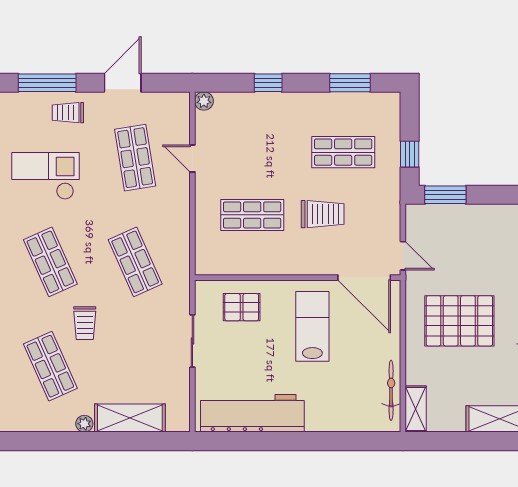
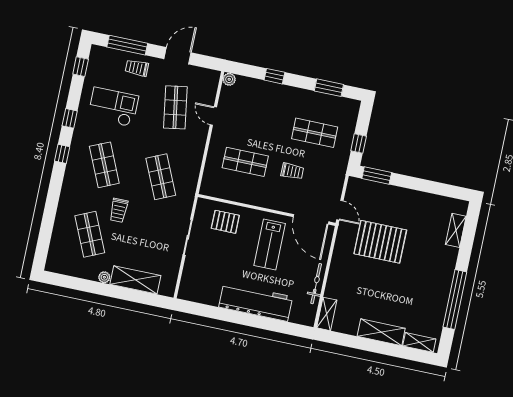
trolley: (323, 214) -> (292, 171), width x0.73, depth x0.72
pallet: (459, 321) -> (380, 242), moved
lab bench: (312, 326) -> (270, 244), turned 180
bicycle: (391, 390) -> (316, 284), moved
workbench: (252, 413) -> (256, 302), moved

